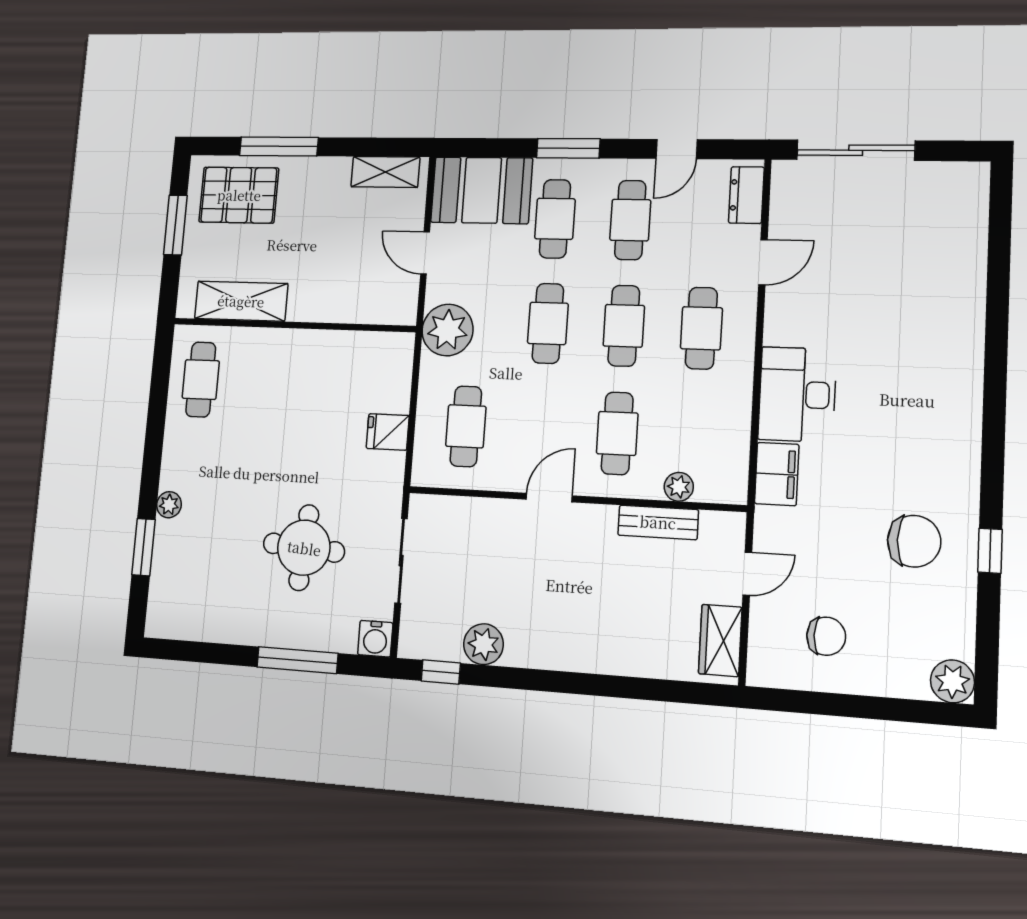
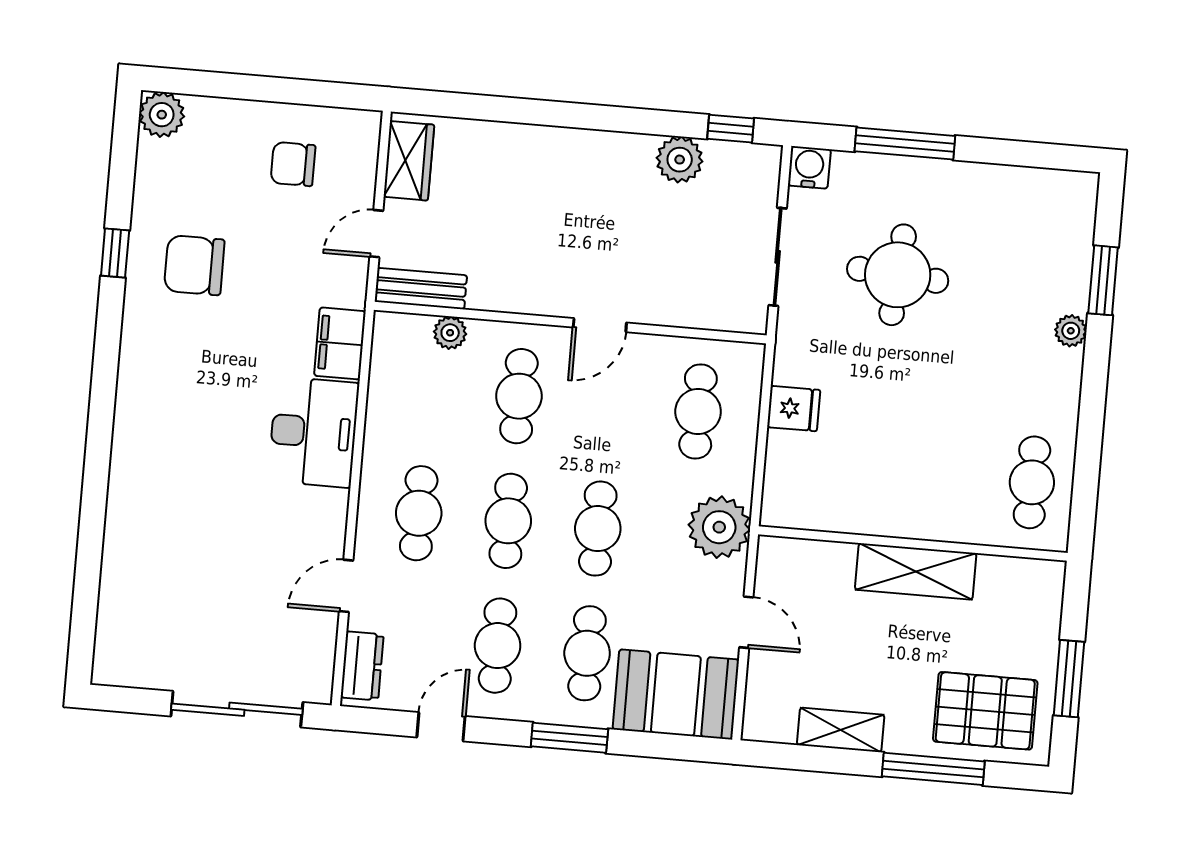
shelving: (385, 172) -> (841, 730), moved
shelving: (241, 301) -> (916, 571), moved
bench: (658, 522) -> (421, 288), moved

